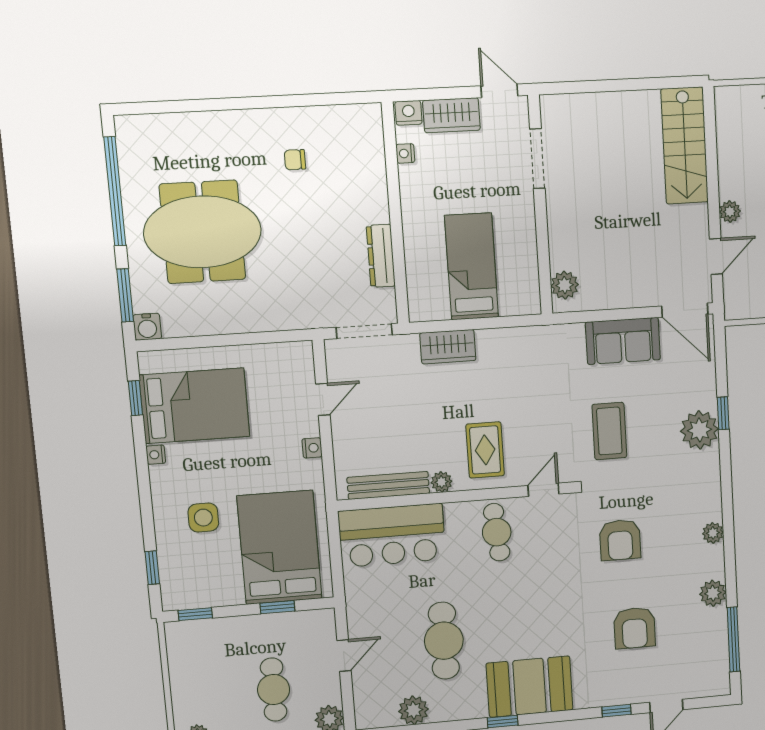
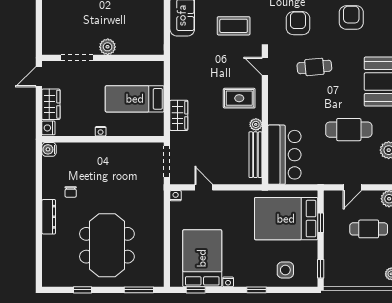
nightstand: (405, 153) -> (101, 131), moved
window: (115, 191) -> (83, 290), width x0.32
dresser: (381, 256) -> (49, 217), moved, turned -90
plant: (565, 285) -> (108, 47), moved
water cooler: (147, 327) -> (49, 149), moved, turned 180
nightstand: (312, 448) -> (176, 196), moved
side table: (203, 518) -> (285, 270), moved
cafe table: (497, 532) -> (314, 67), moved
armchair: (620, 540) -> (298, 23), turned -90
window: (152, 568) -> (256, 290), moved
armchair: (635, 628) -> (351, 17), turned -90
door: (344, 656) -> (352, 187), swing flipped

